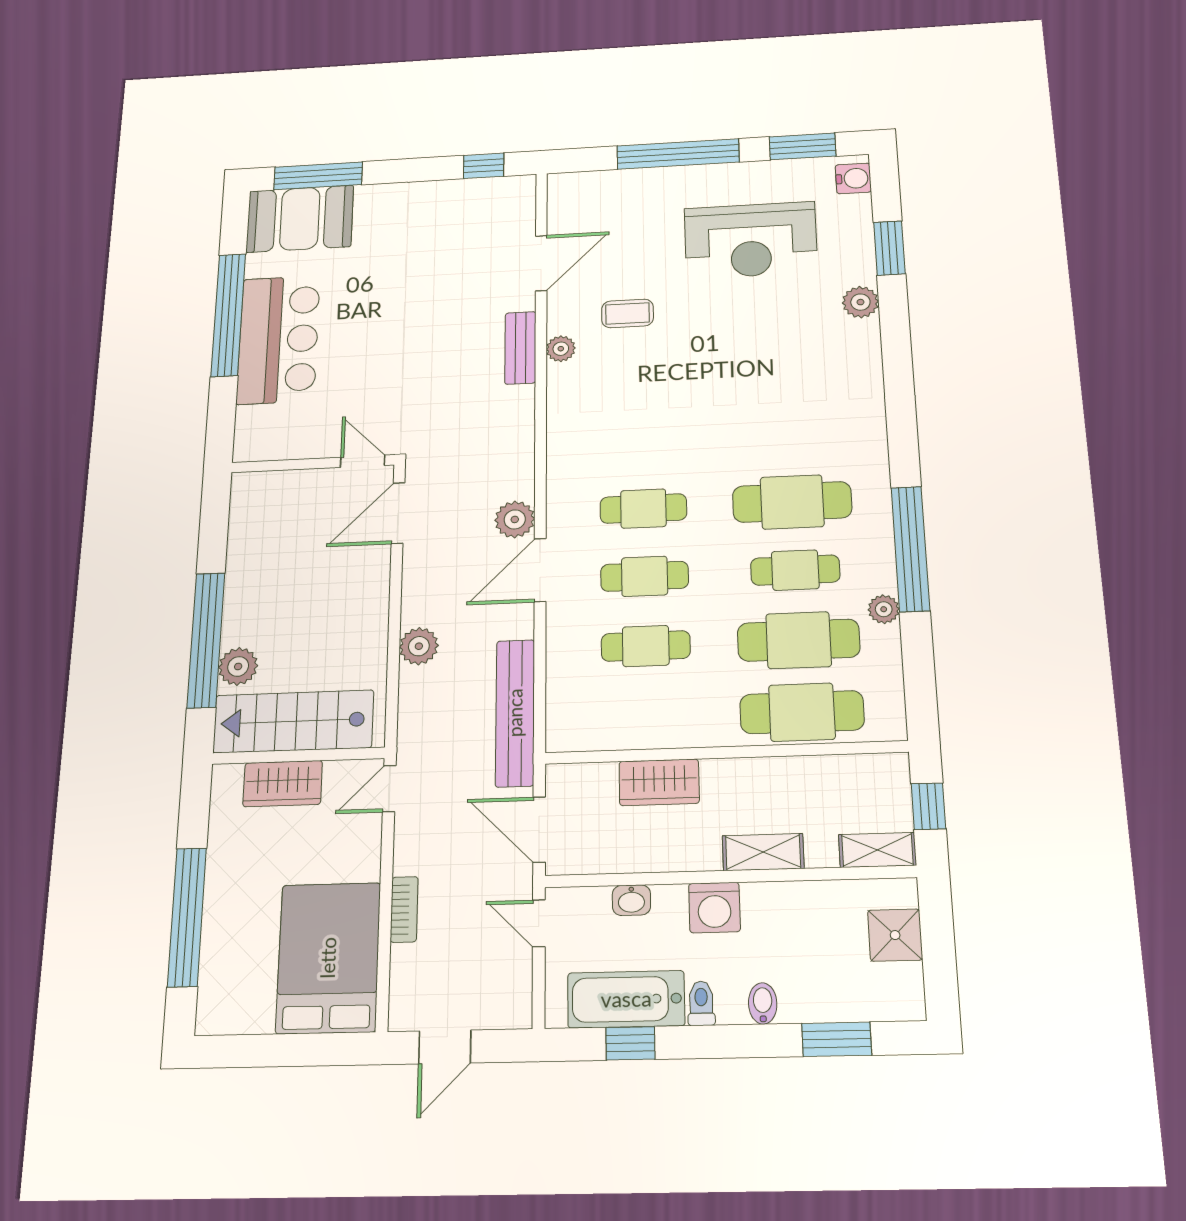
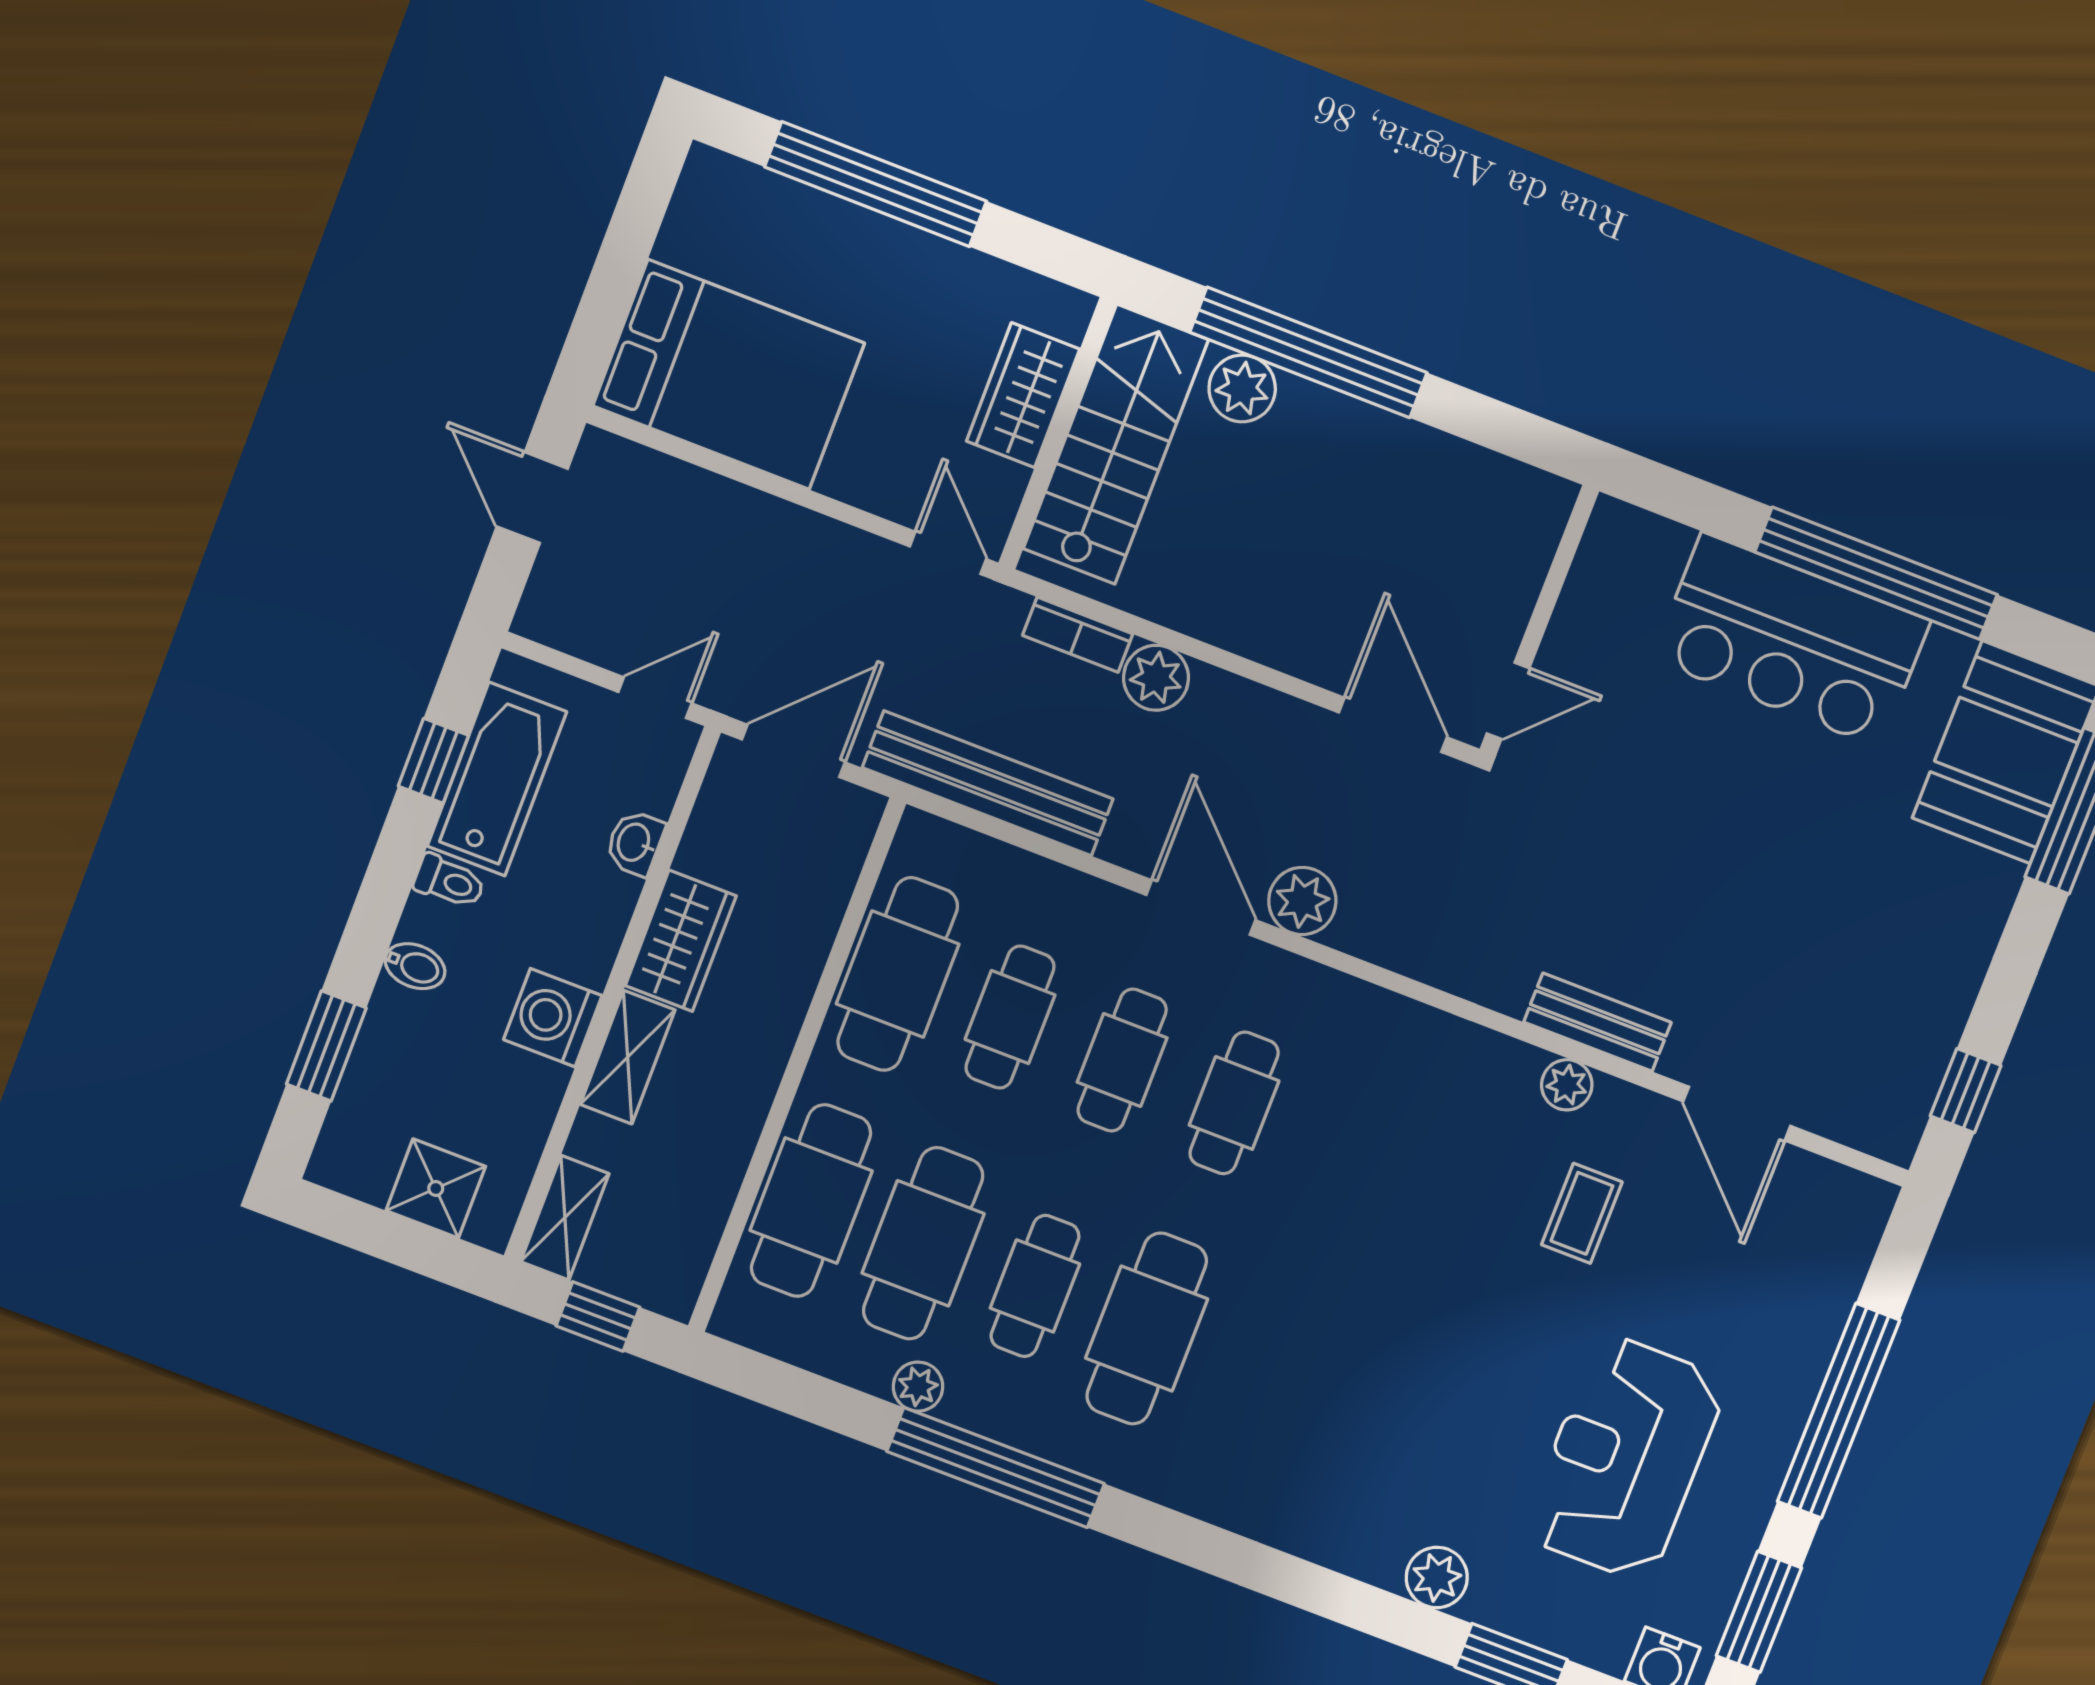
cafe table: (647, 718) -> (898, 974), added
wardrobe: (659, 782) -> (681, 941), moved, turned 180
washing machine: (714, 907) -> (553, 1018), moved
bookcase: (404, 909) -> (1078, 635), moved

